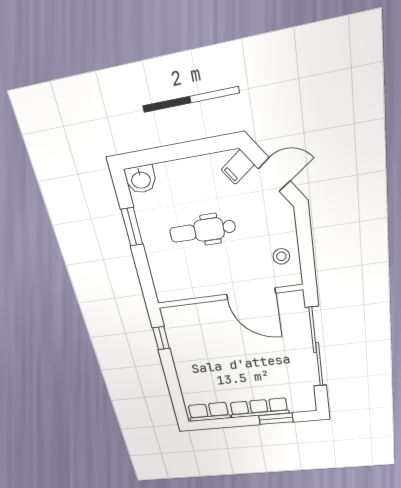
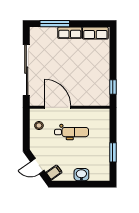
washbasin: (141, 179) -> (81, 175), moved
dental chair: (203, 231) -> (72, 132), moved
row of seats: (259, 408) -> (70, 33), width x0.68
window: (276, 419) -> (55, 24), width x1.44

